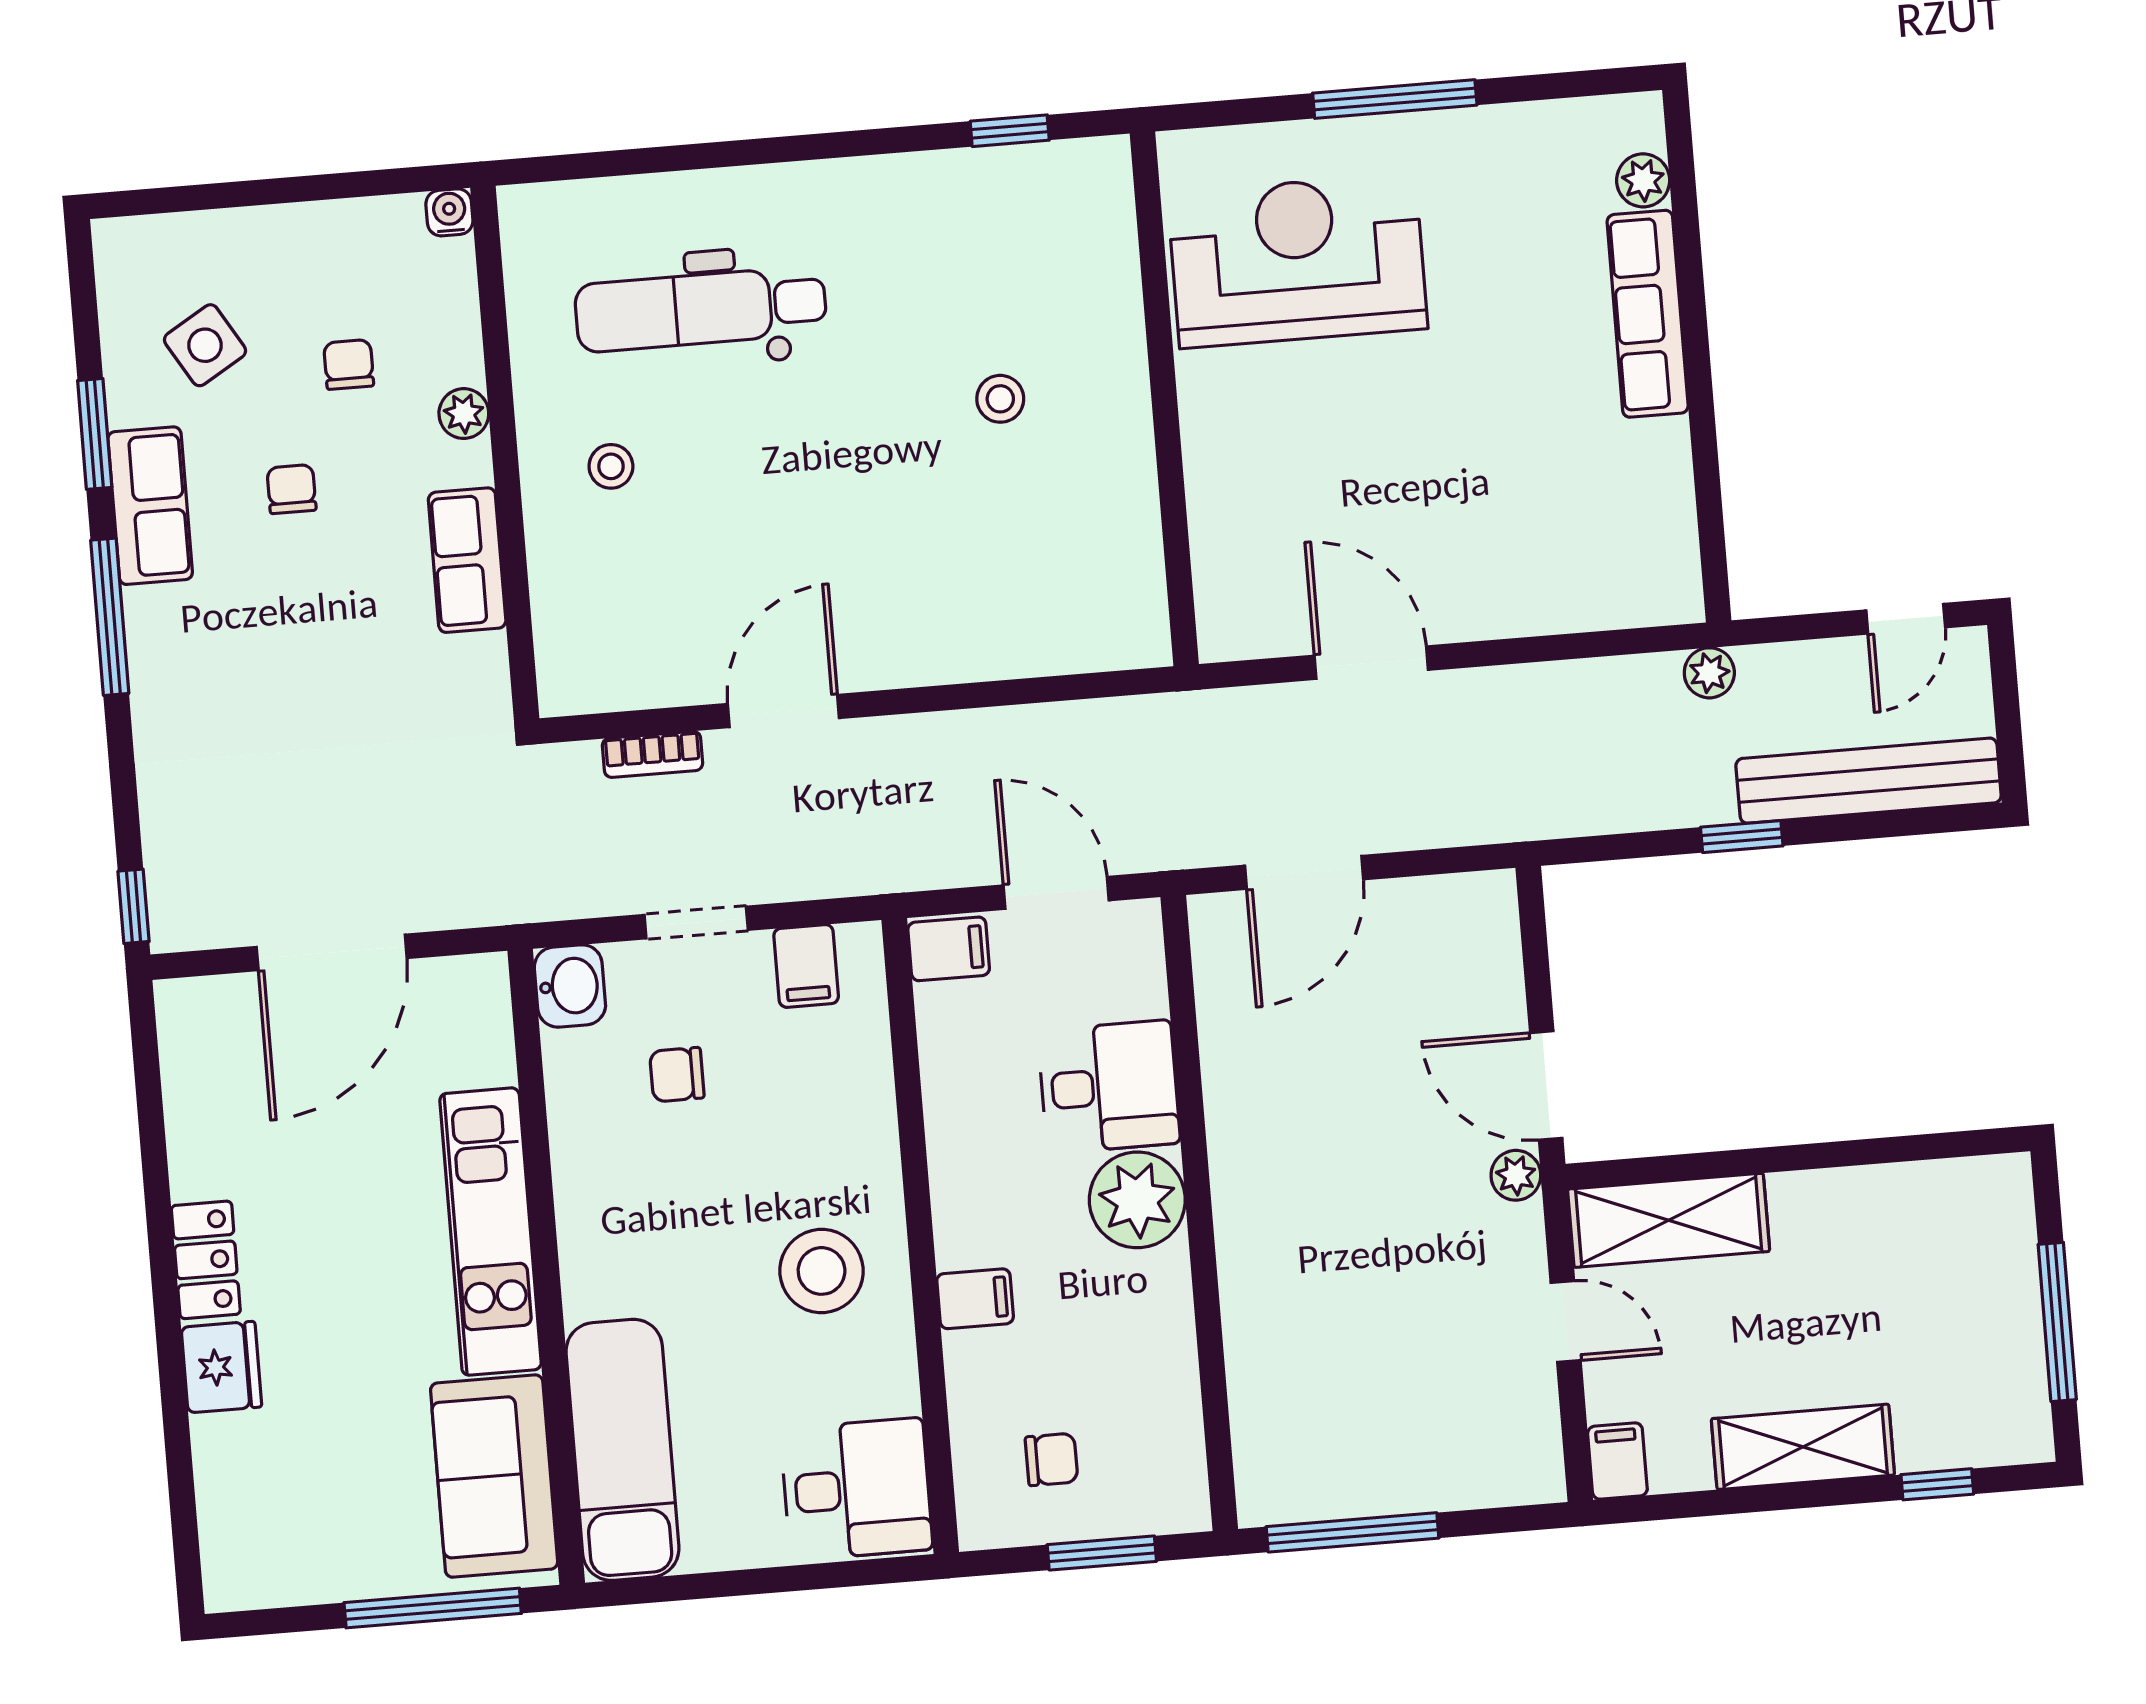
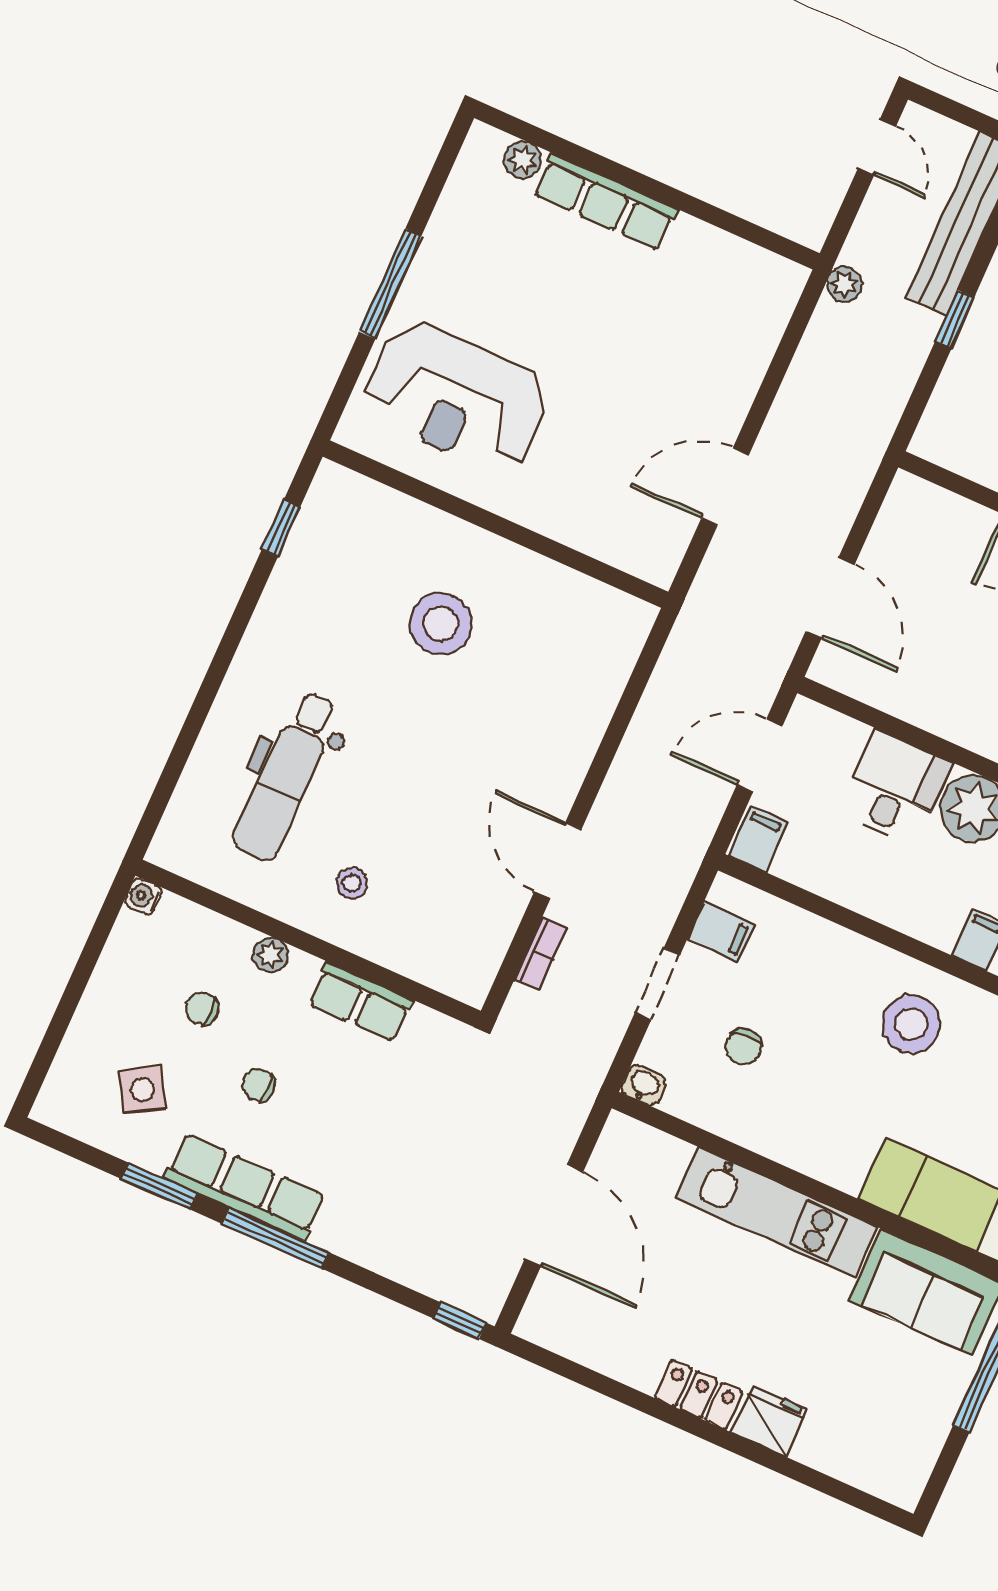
reception desk: (1297, 261) -> (456, 397), turned -90
stool: (1000, 399) -> (441, 624), width x1.89, depth x1.89
row of seats: (150, 506) -> (245, 1187), width x1.48
washbasin: (570, 986) -> (644, 1085), width x0.72, depth x0.69

